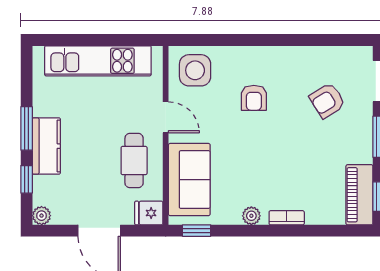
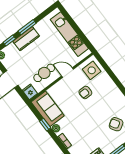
armchair: (254, 98) -> (85, 92), moved
door: (166, 117) -> (68, 72), swing flipped
sofa: (189, 180) -> (48, 109), moved, turned -90
window: (197, 231) -> (45, 125), moved

